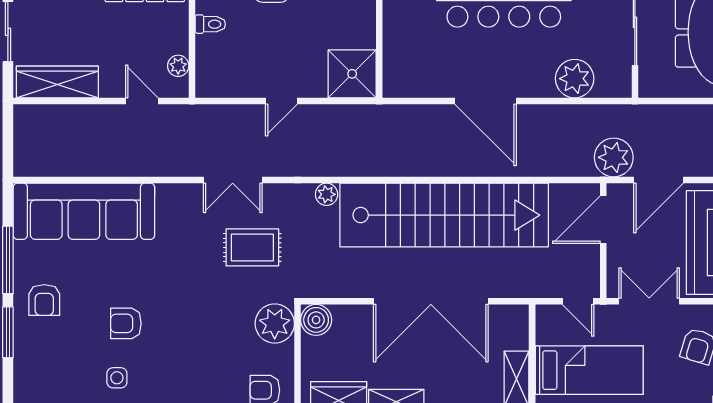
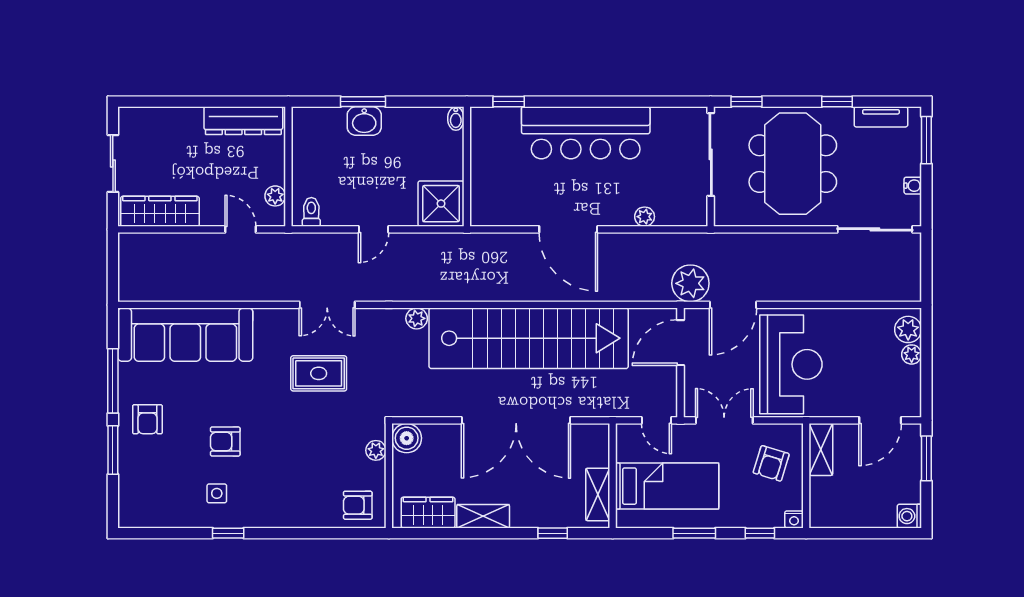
toilet: (210, 24) -> (311, 212), moved, turned -90
plant: (575, 79) -> (645, 217), width x0.53, depth x0.53
rug: (252, 247) -> (319, 373), moved
plant: (275, 324) -> (376, 450), width x0.53, depth x0.53

